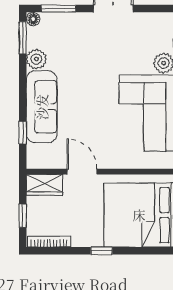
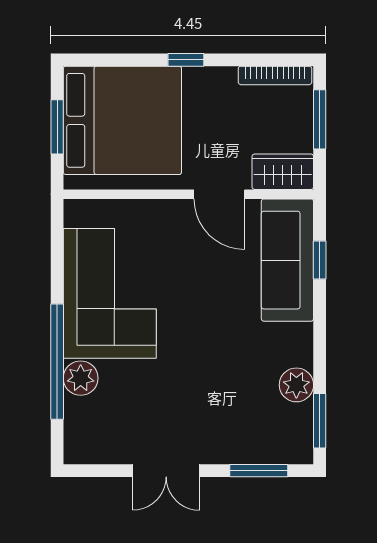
floor lamp: (33, 19) -> (302, 453), removed
sofa: (42, 107) -> (287, 260), moved
window: (23, 216) -> (320, 119), width x1.50

